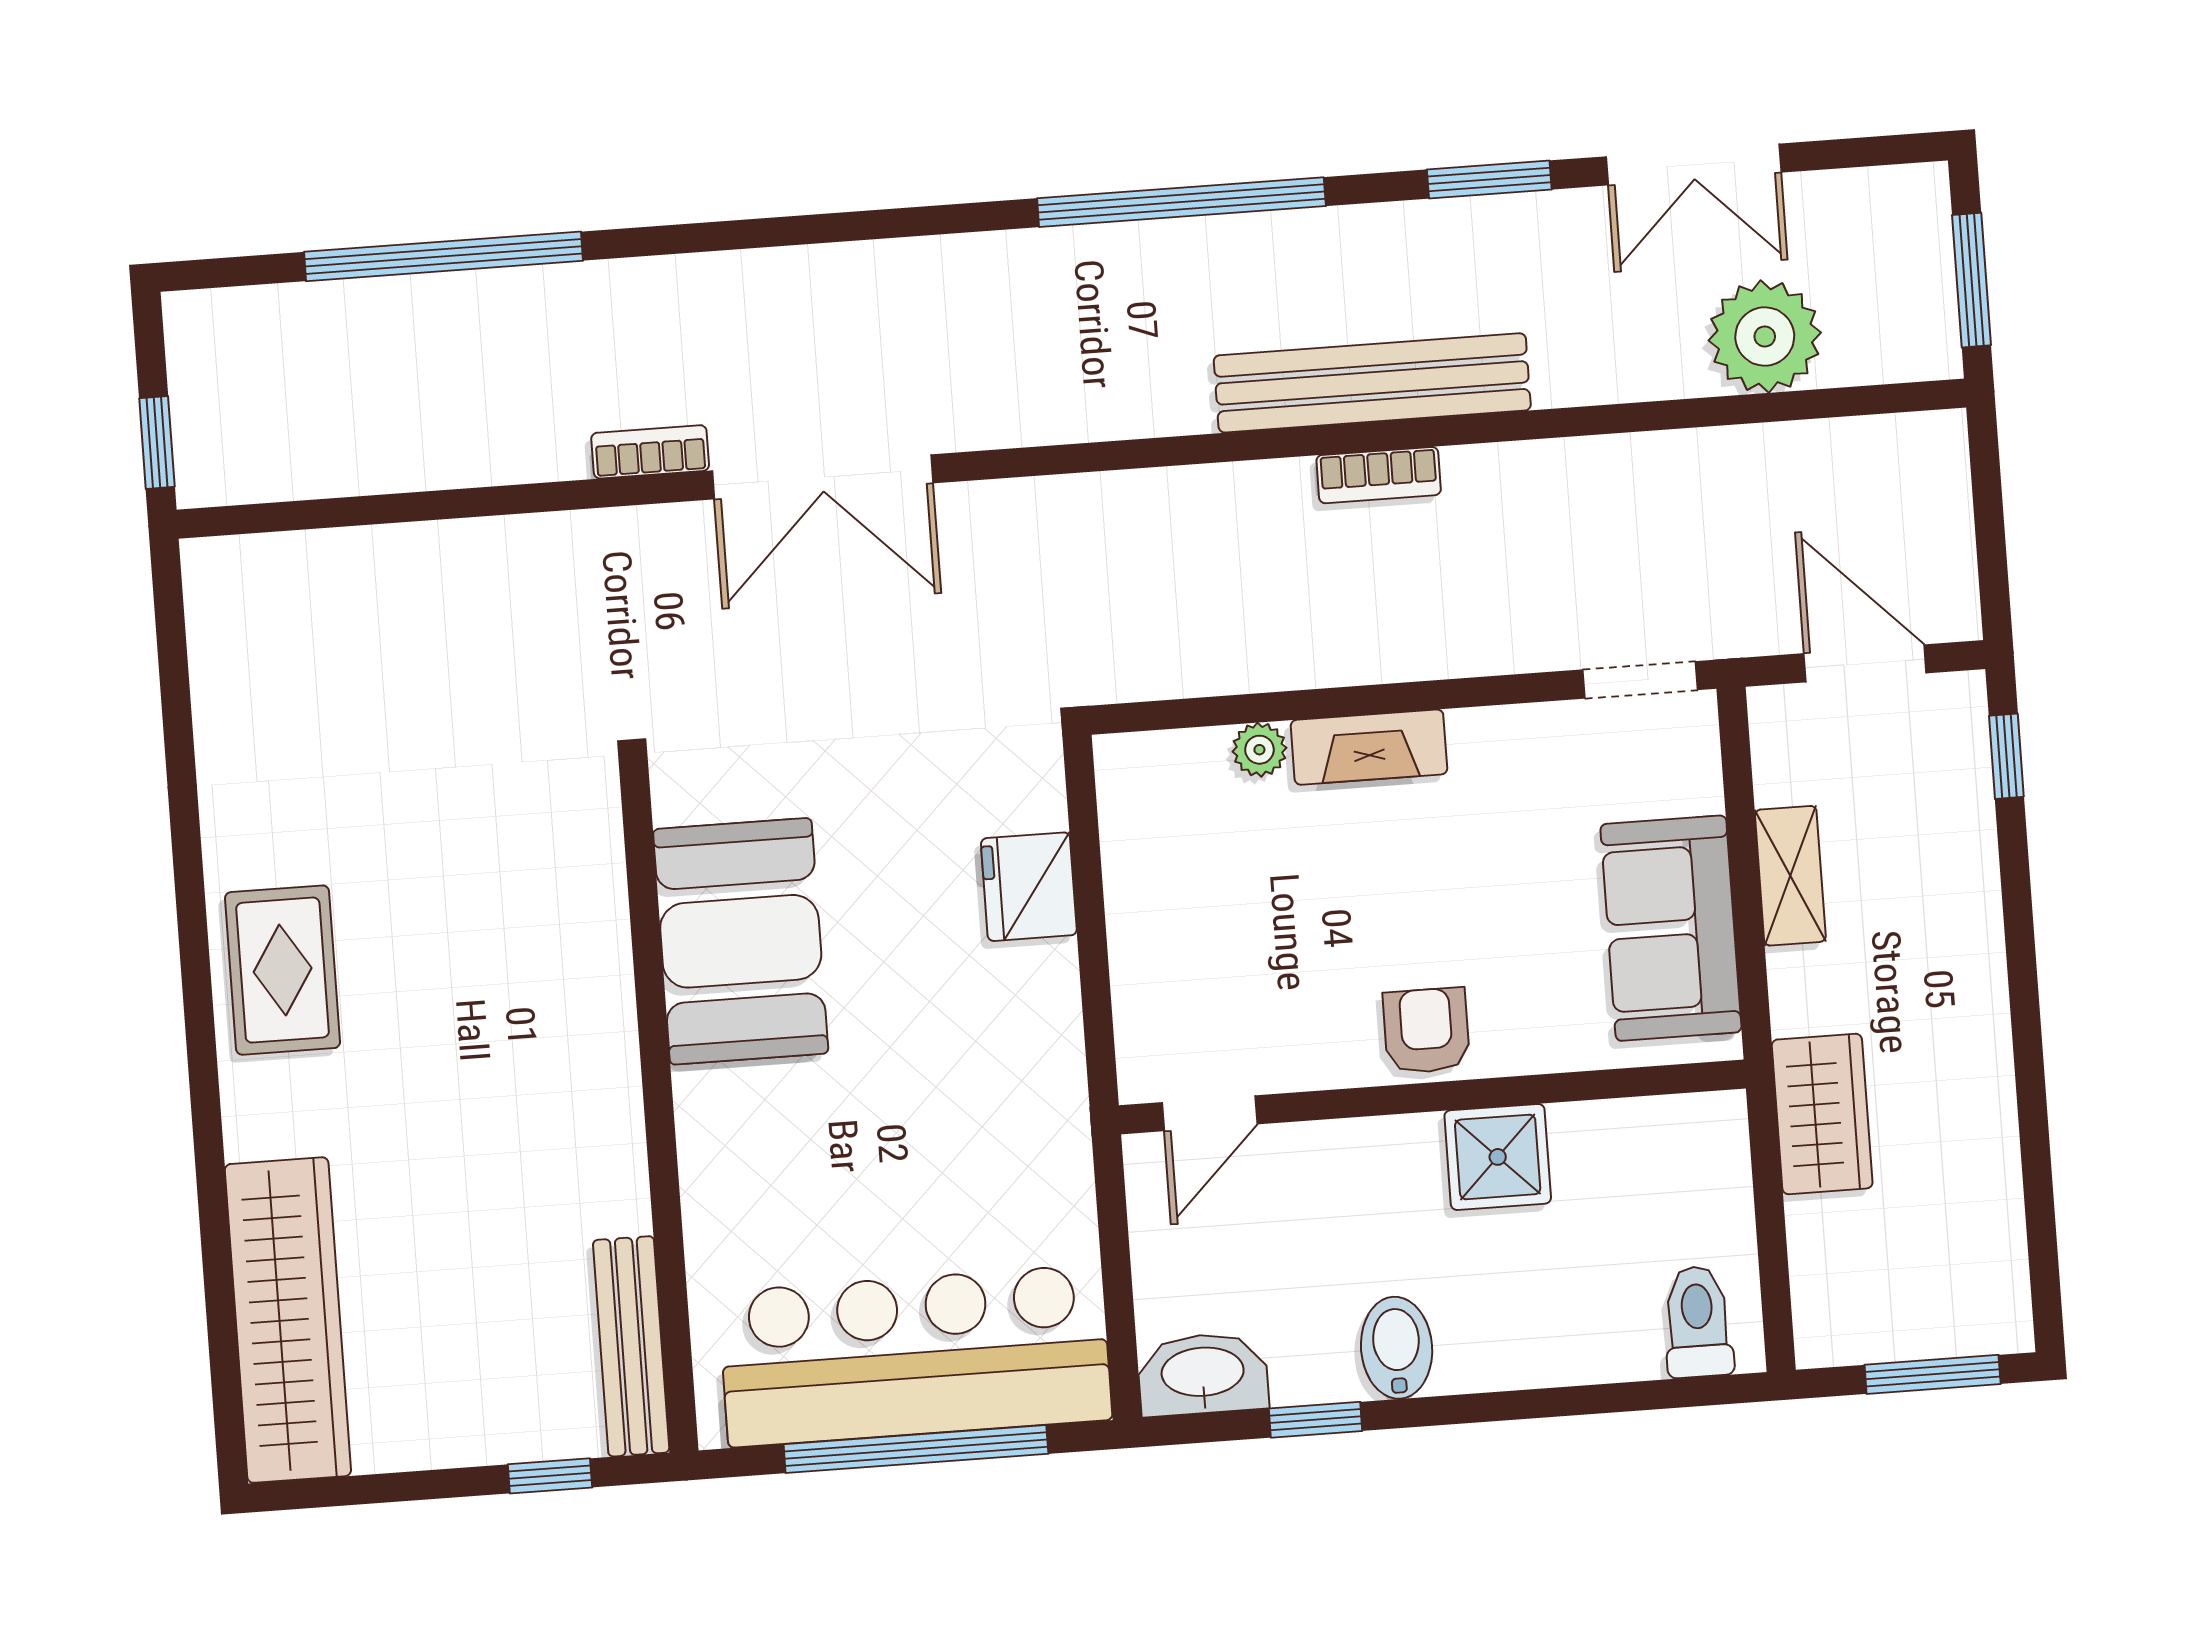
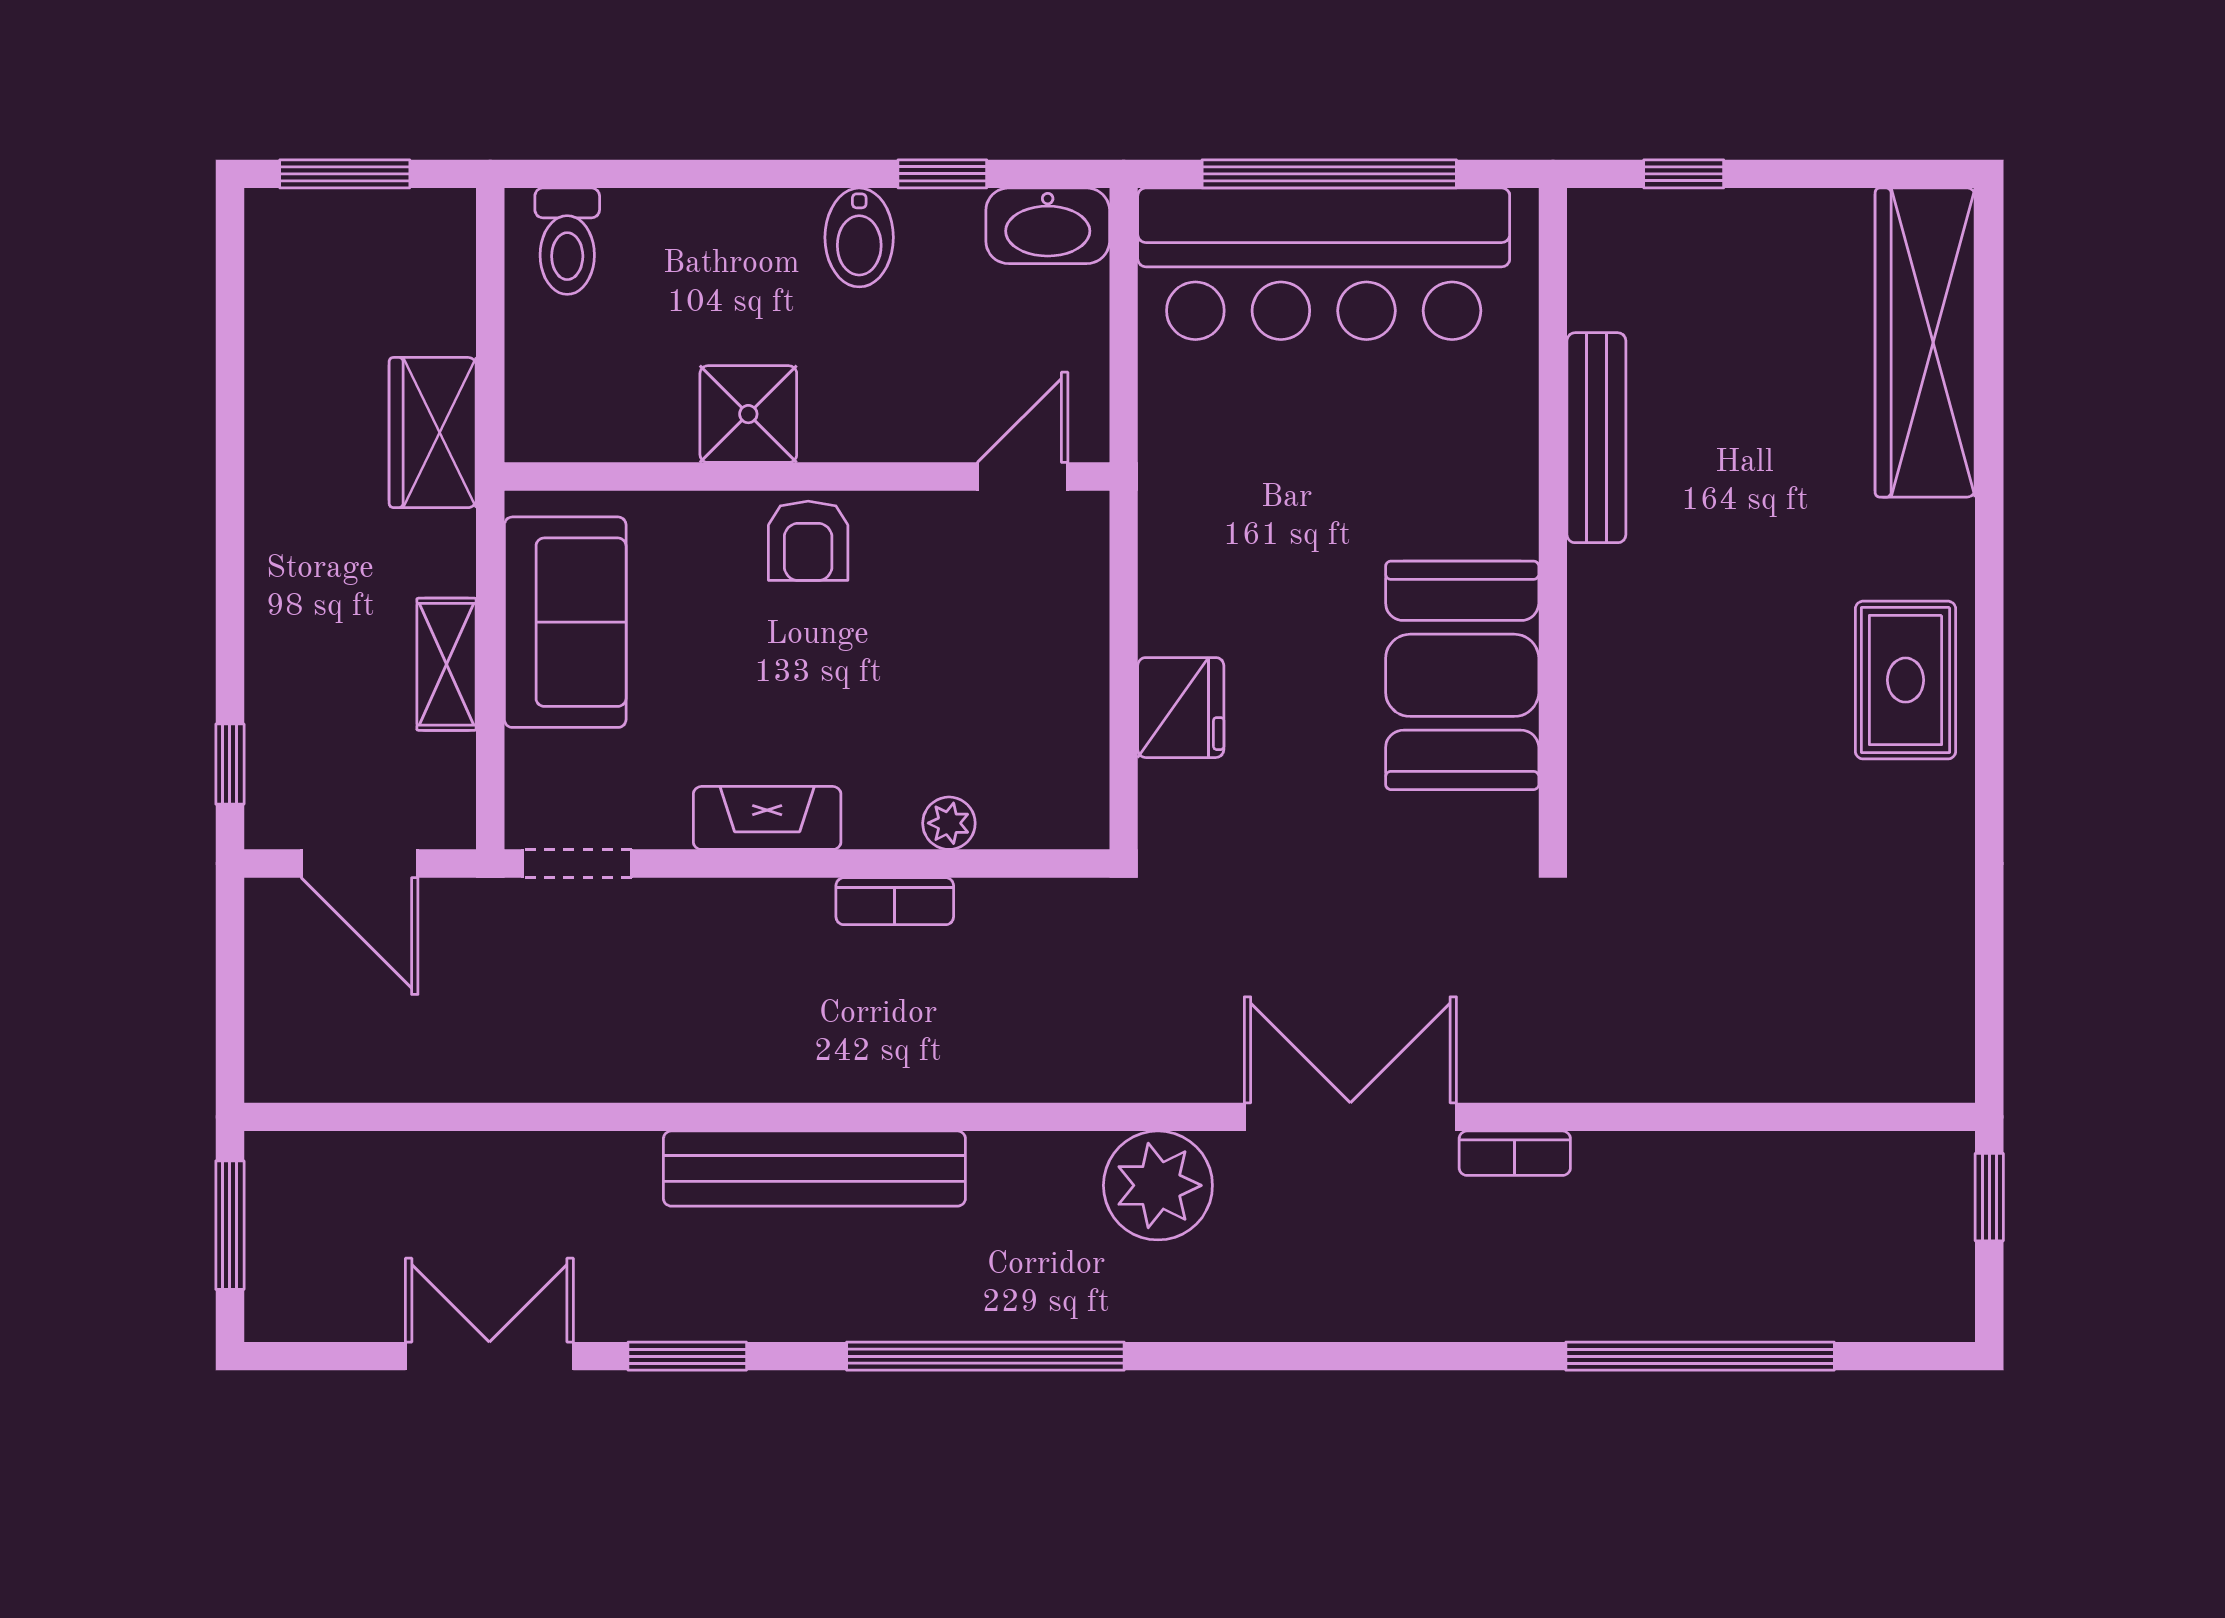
plant: (1765, 337) -> (1158, 1185), moved
bookcase: (1379, 475) -> (895, 901), moved, turned 180
fireplace: (1369, 747) -> (767, 818), moved
bench: (631, 1346) -> (1596, 438), moved

